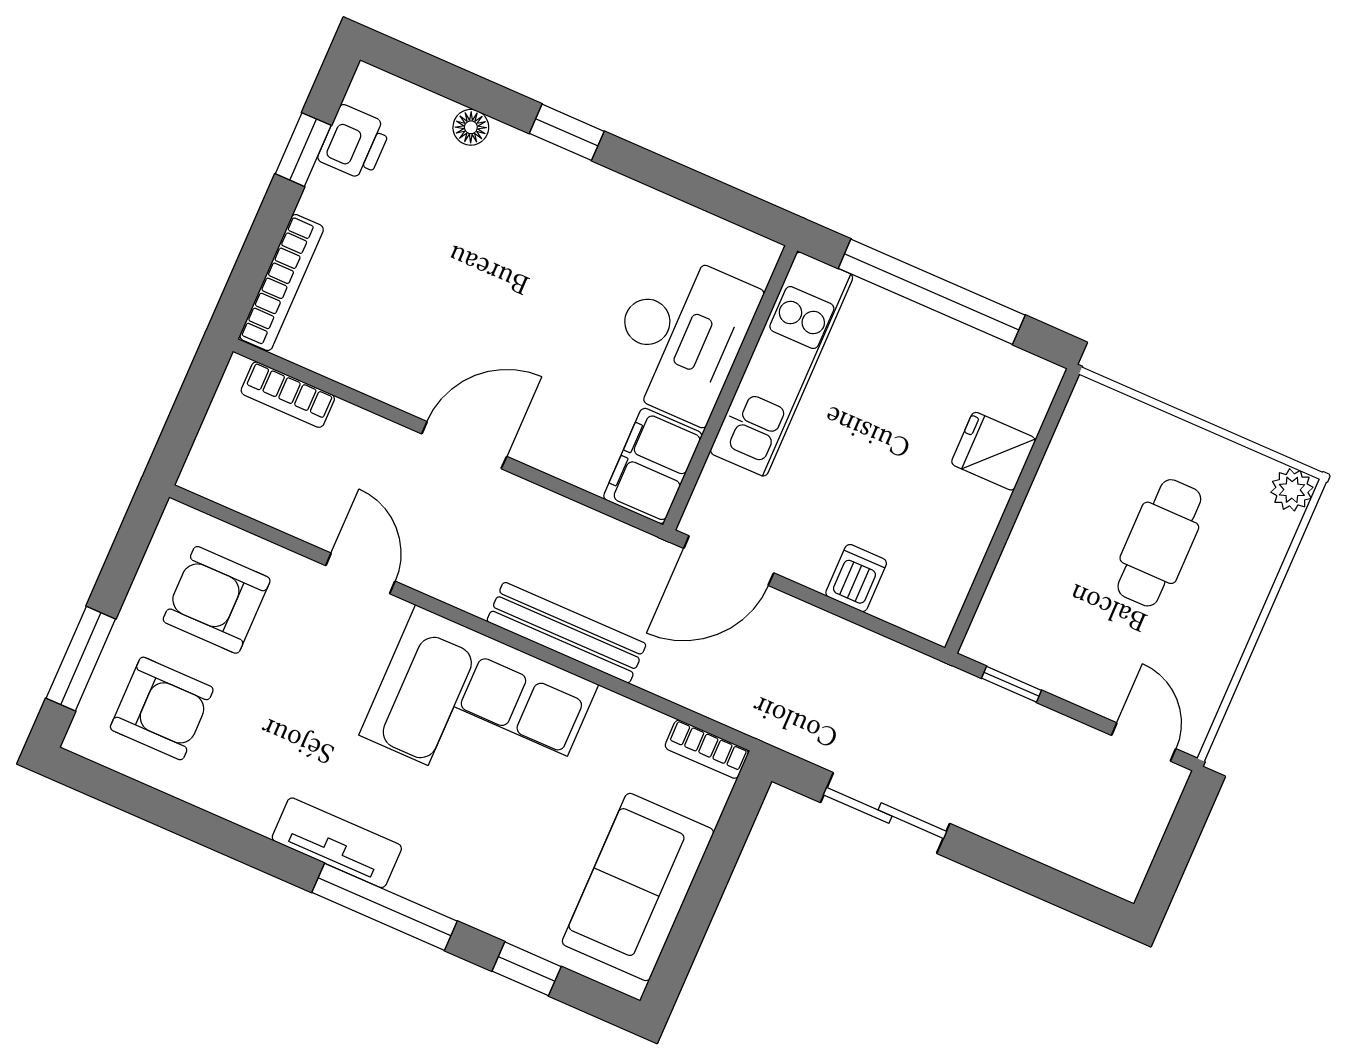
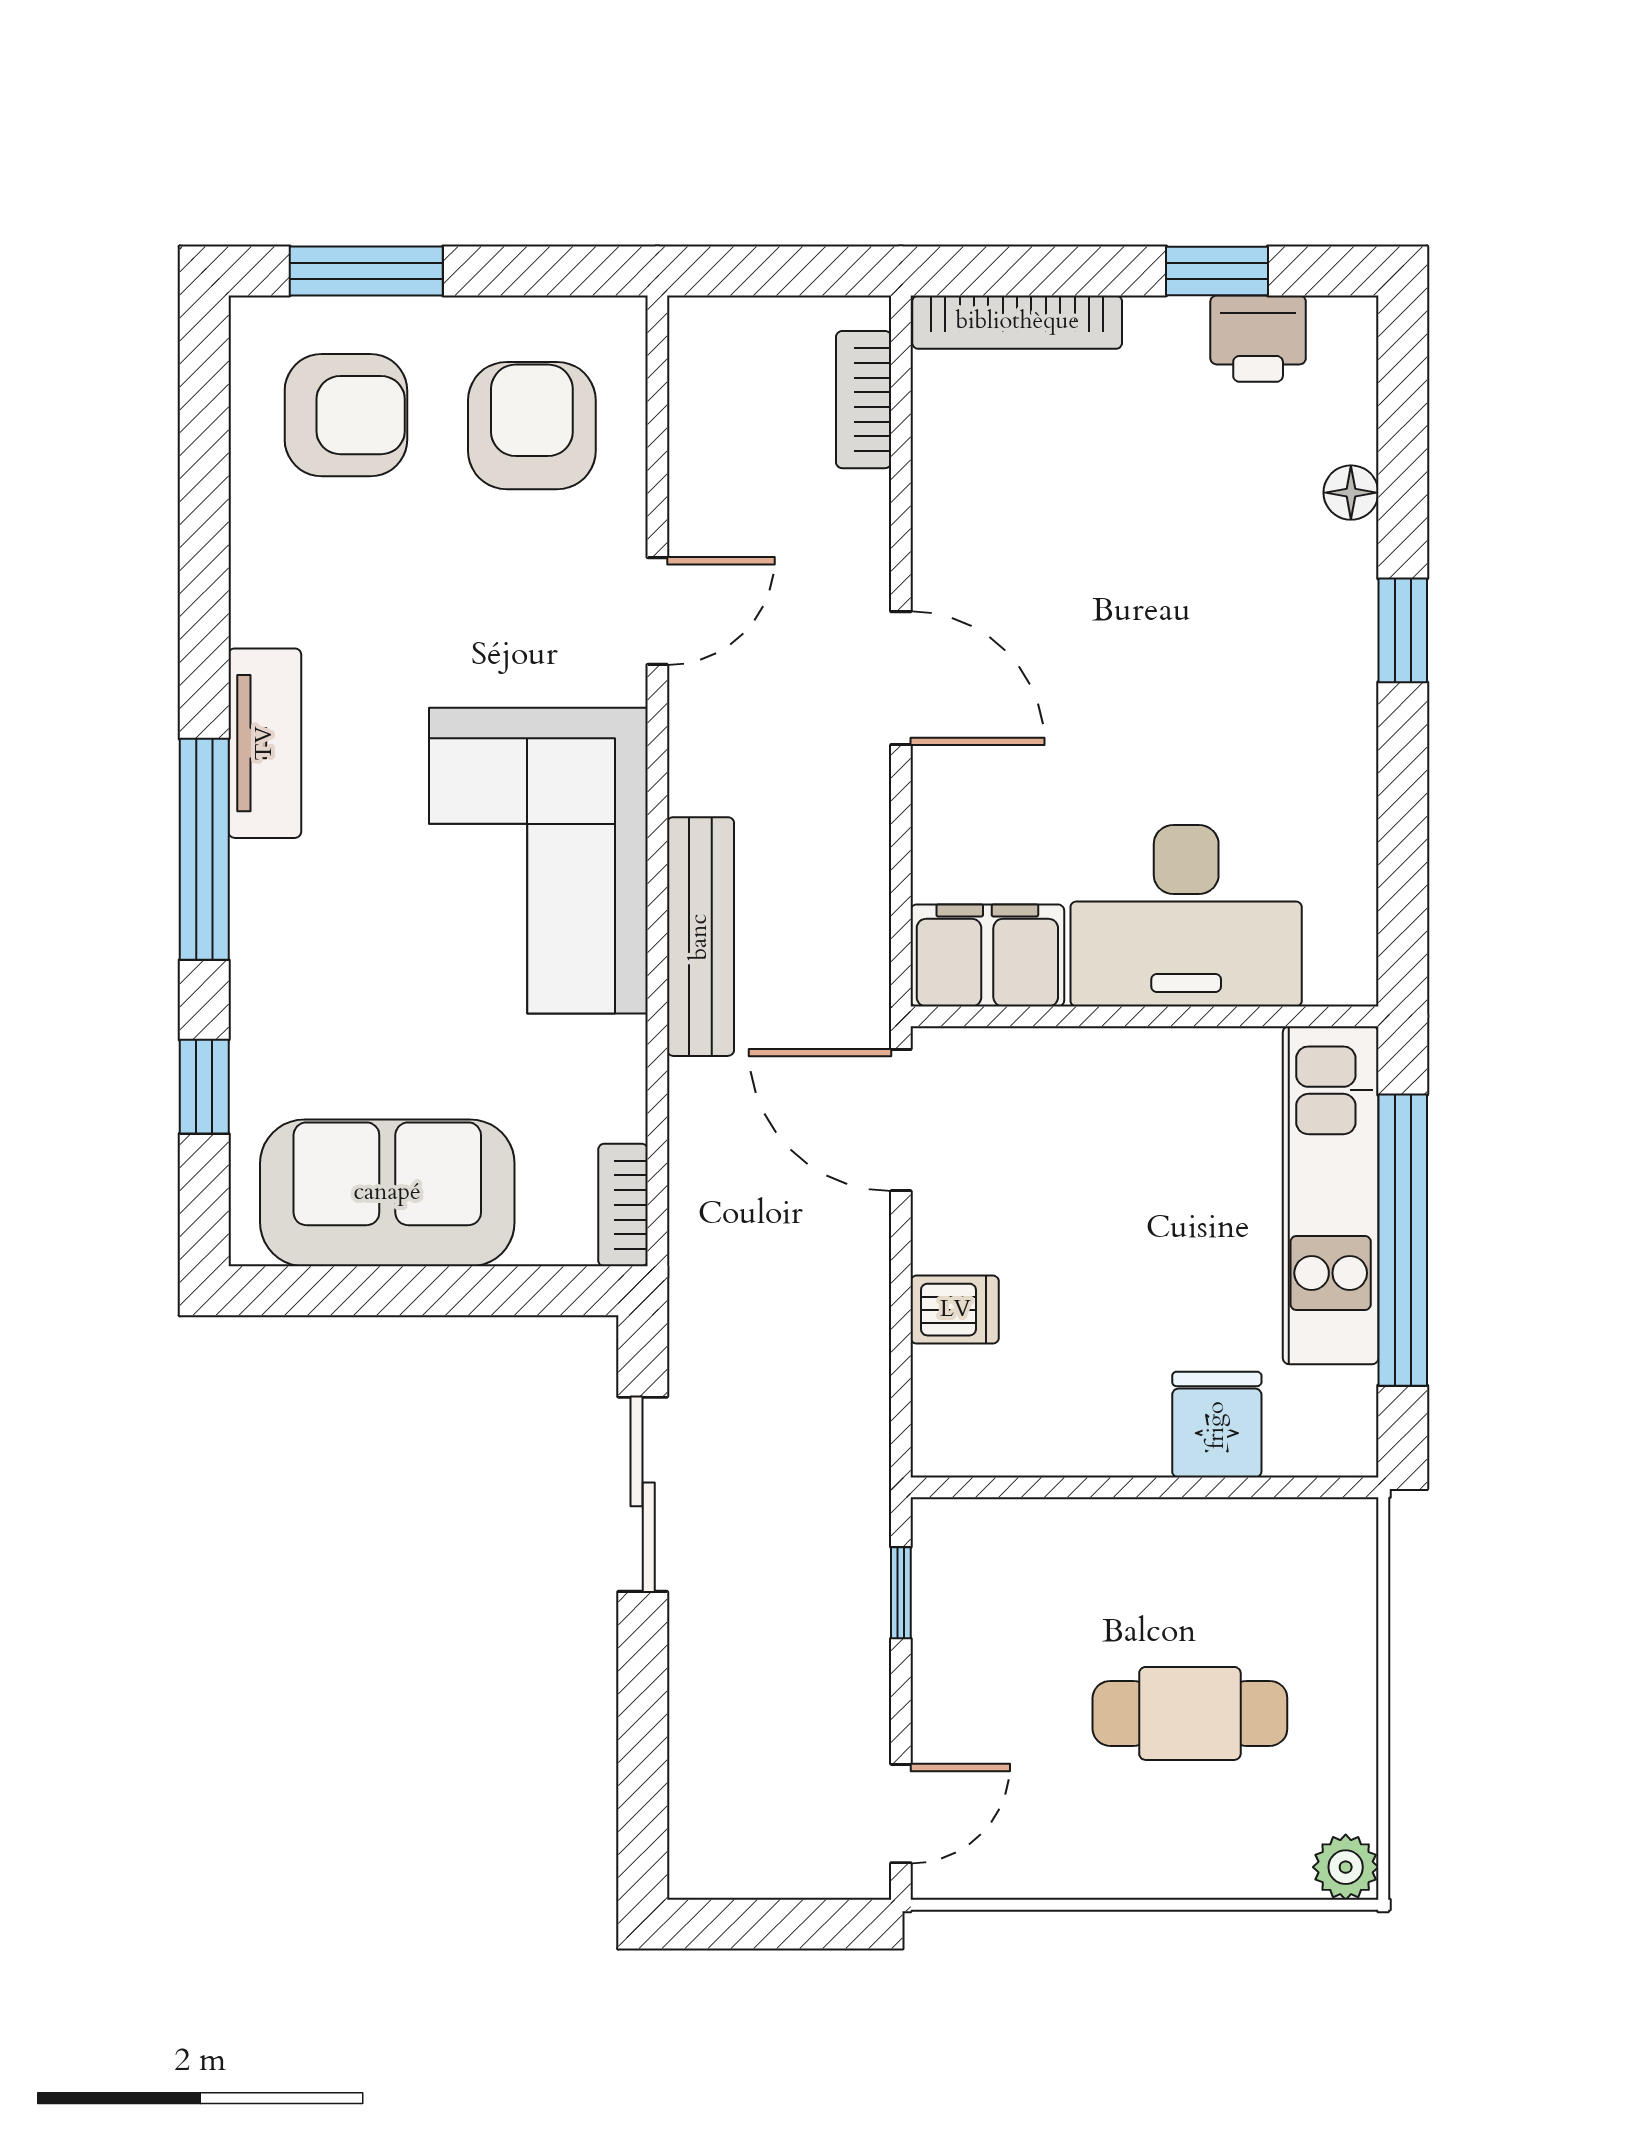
kitchen unit: (782, 364) -> (1331, 1195), moved, turned 90
armchair: (162, 708) -> (346, 415), turned -90

